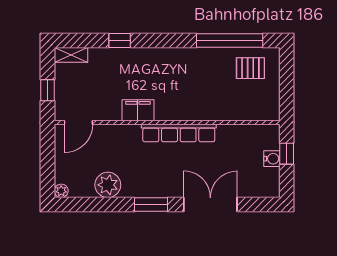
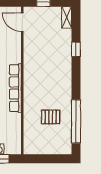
pallet: (250, 68) -> (51, 117), moved, turned 90
filing cabinet: (138, 110) -> (30, 61), removed

